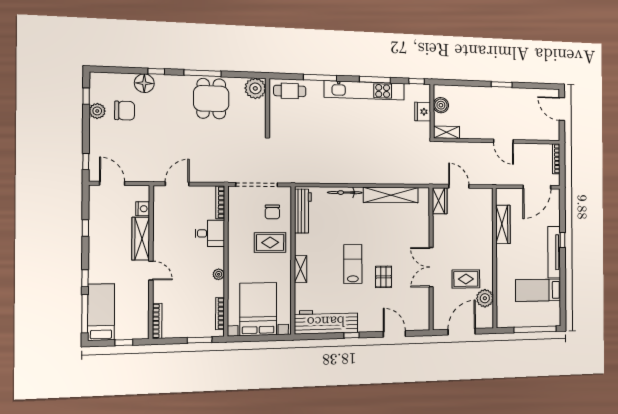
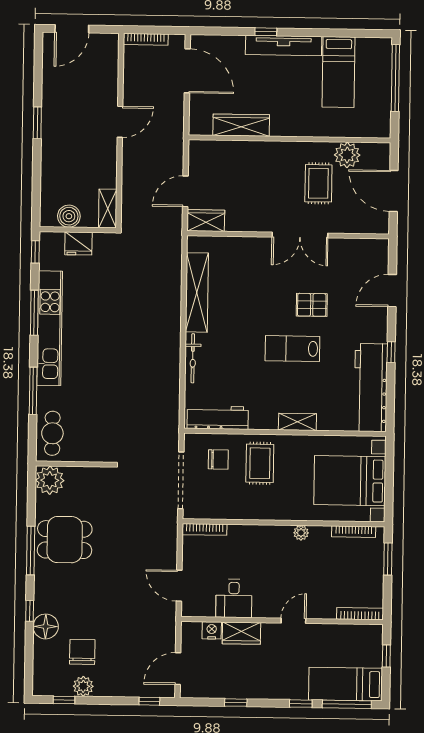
desk: (210, 233) -> (234, 598), moved, turned 180
wardrobe: (141, 239) -> (241, 633), width x0.67

